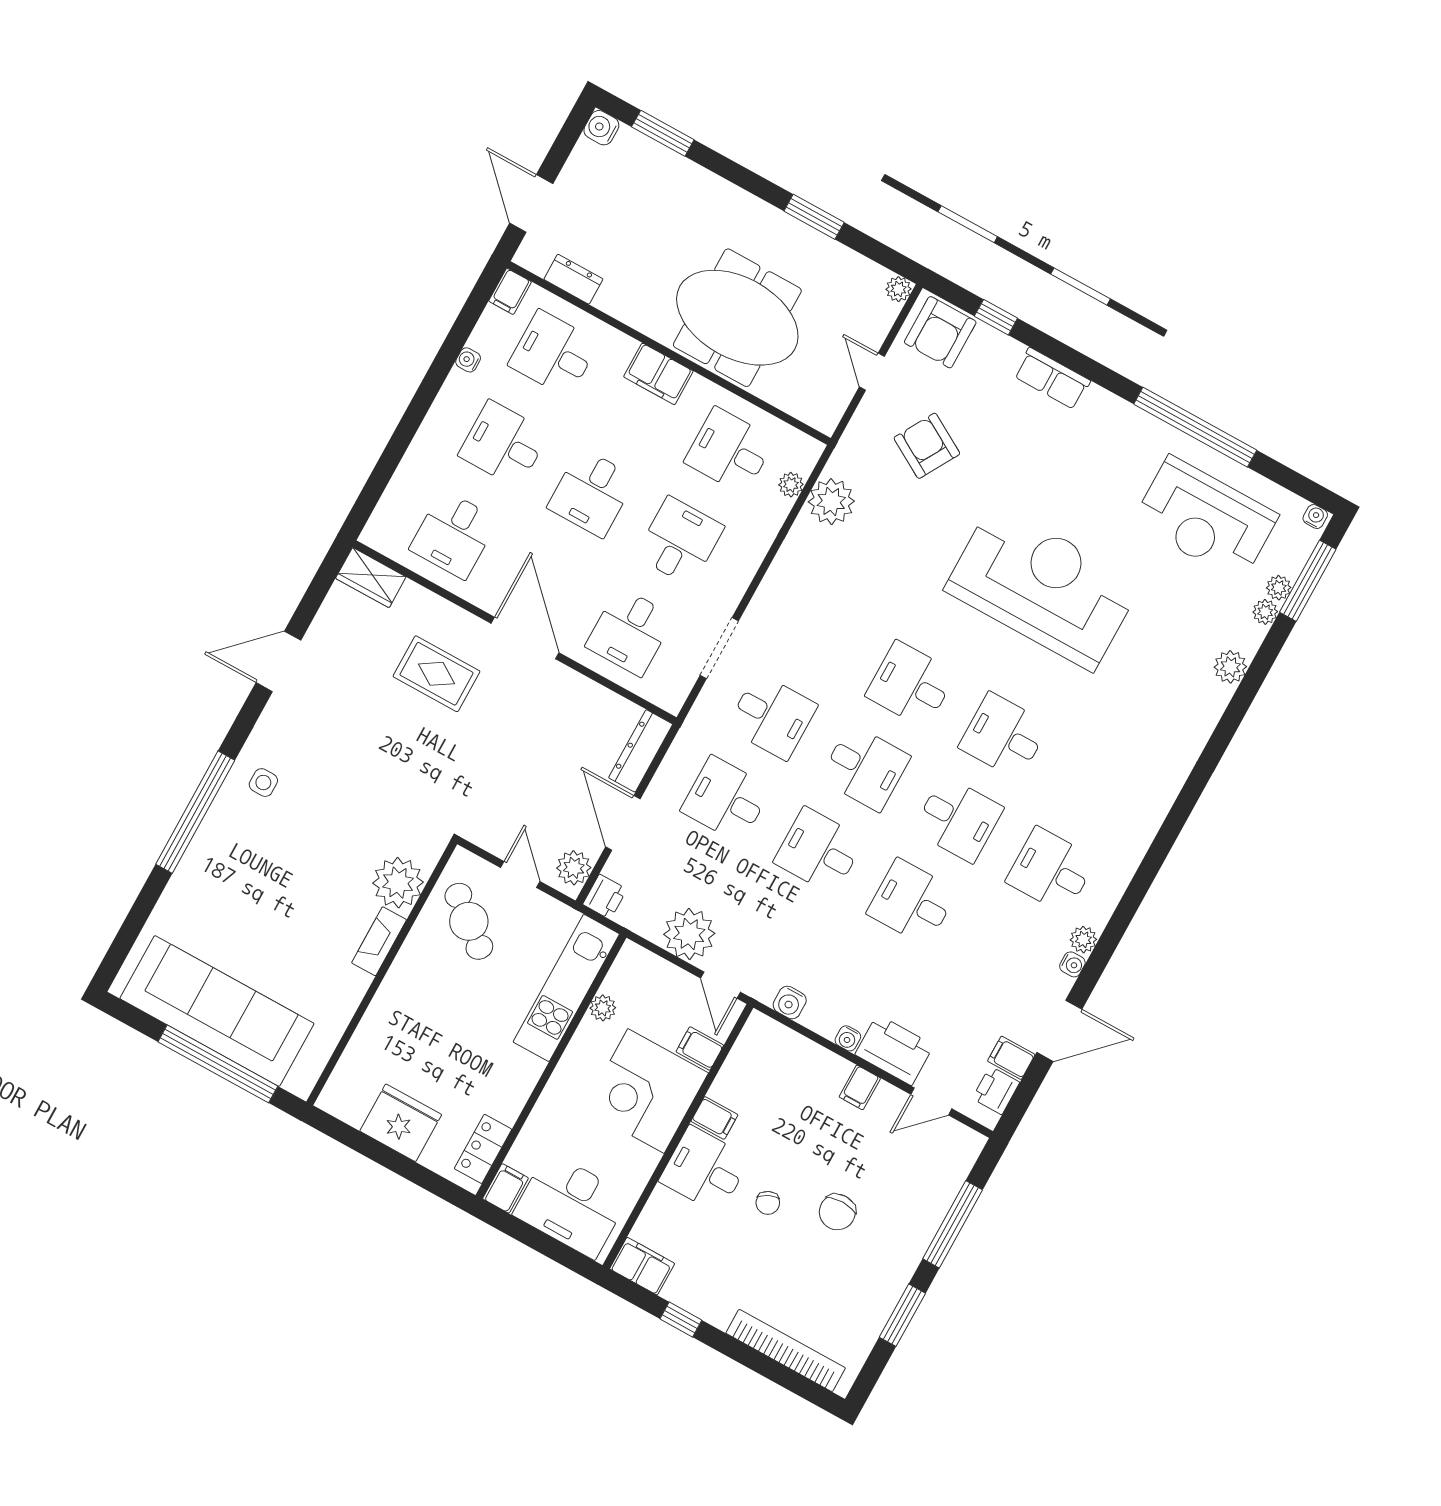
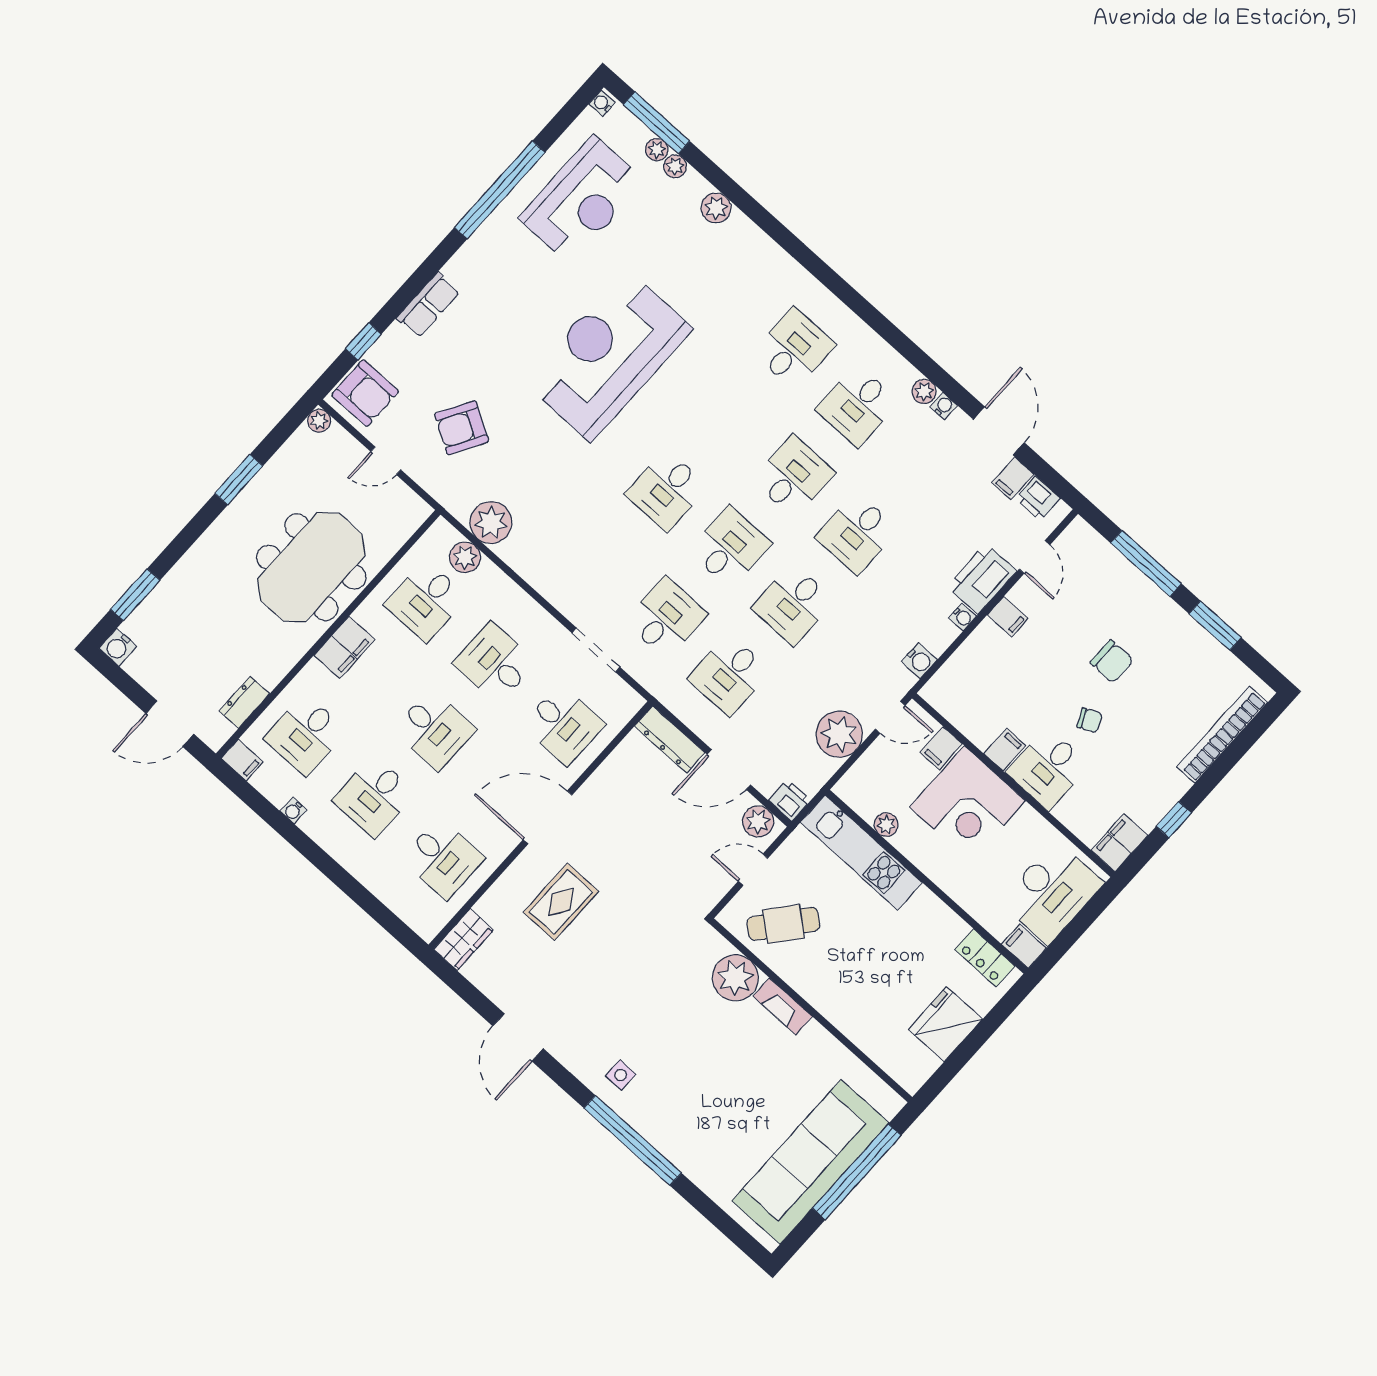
plant: (791, 485) -> (465, 557), width x1.38, depth x1.38
desk: (1004, 736) -> (794, 349), moved, turned 180

